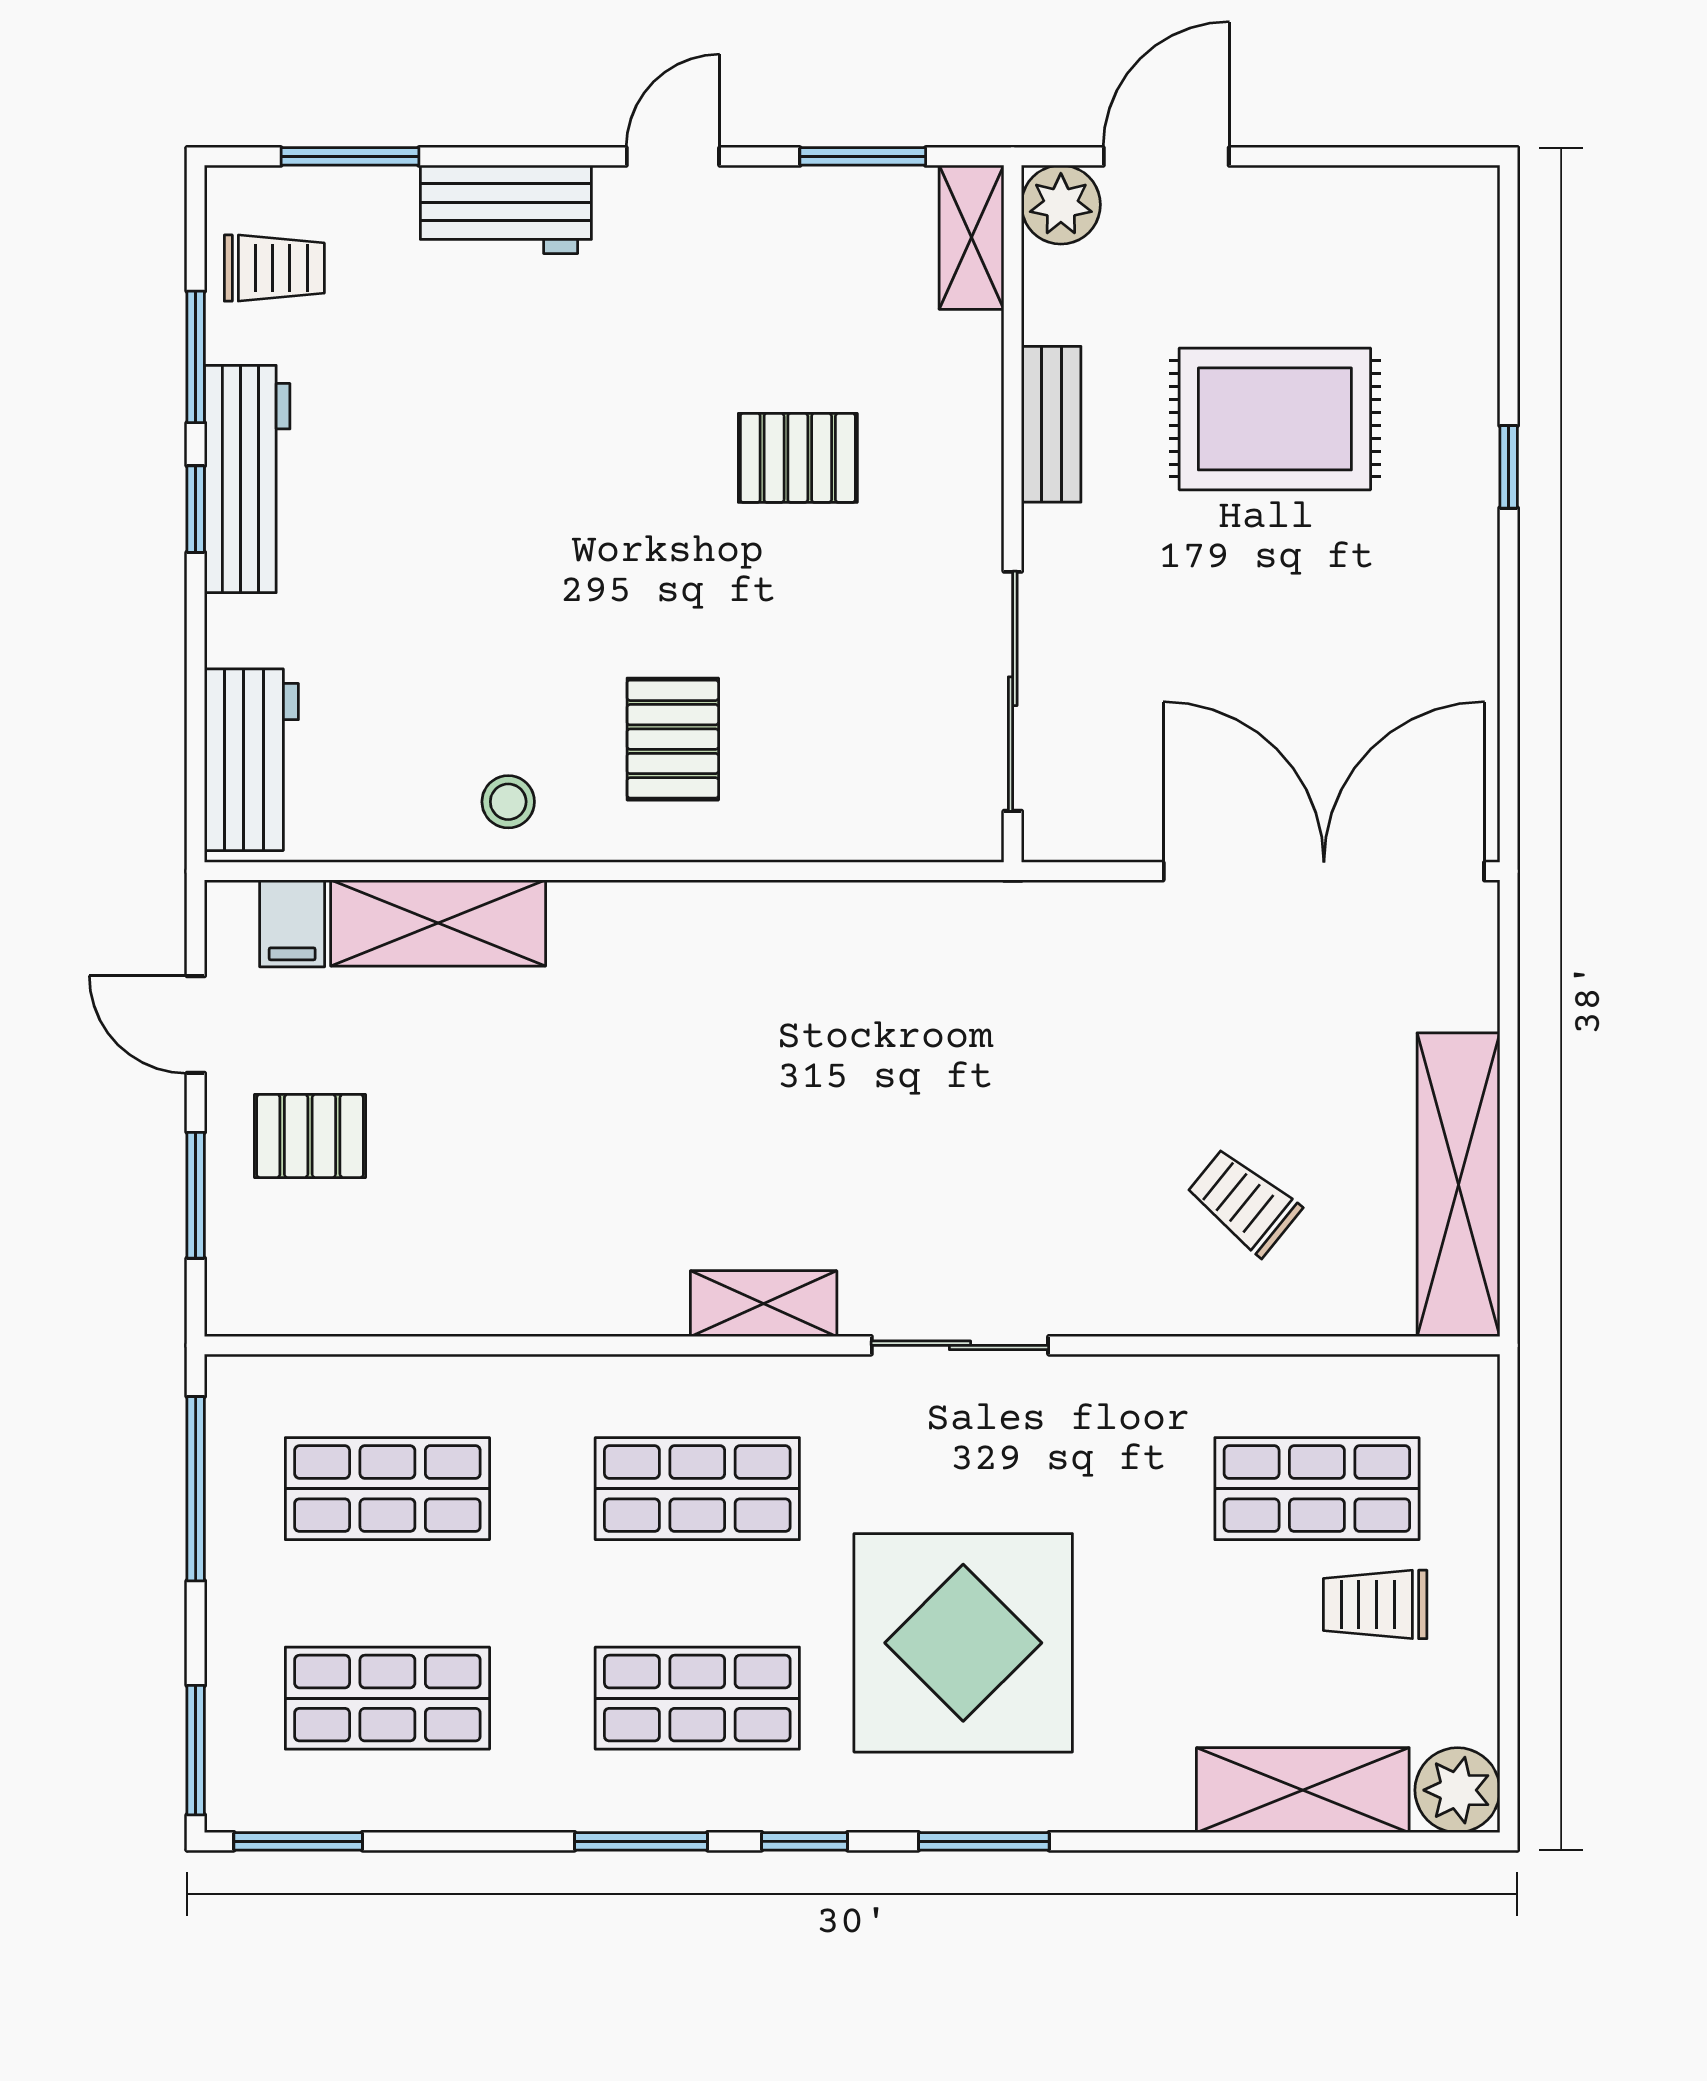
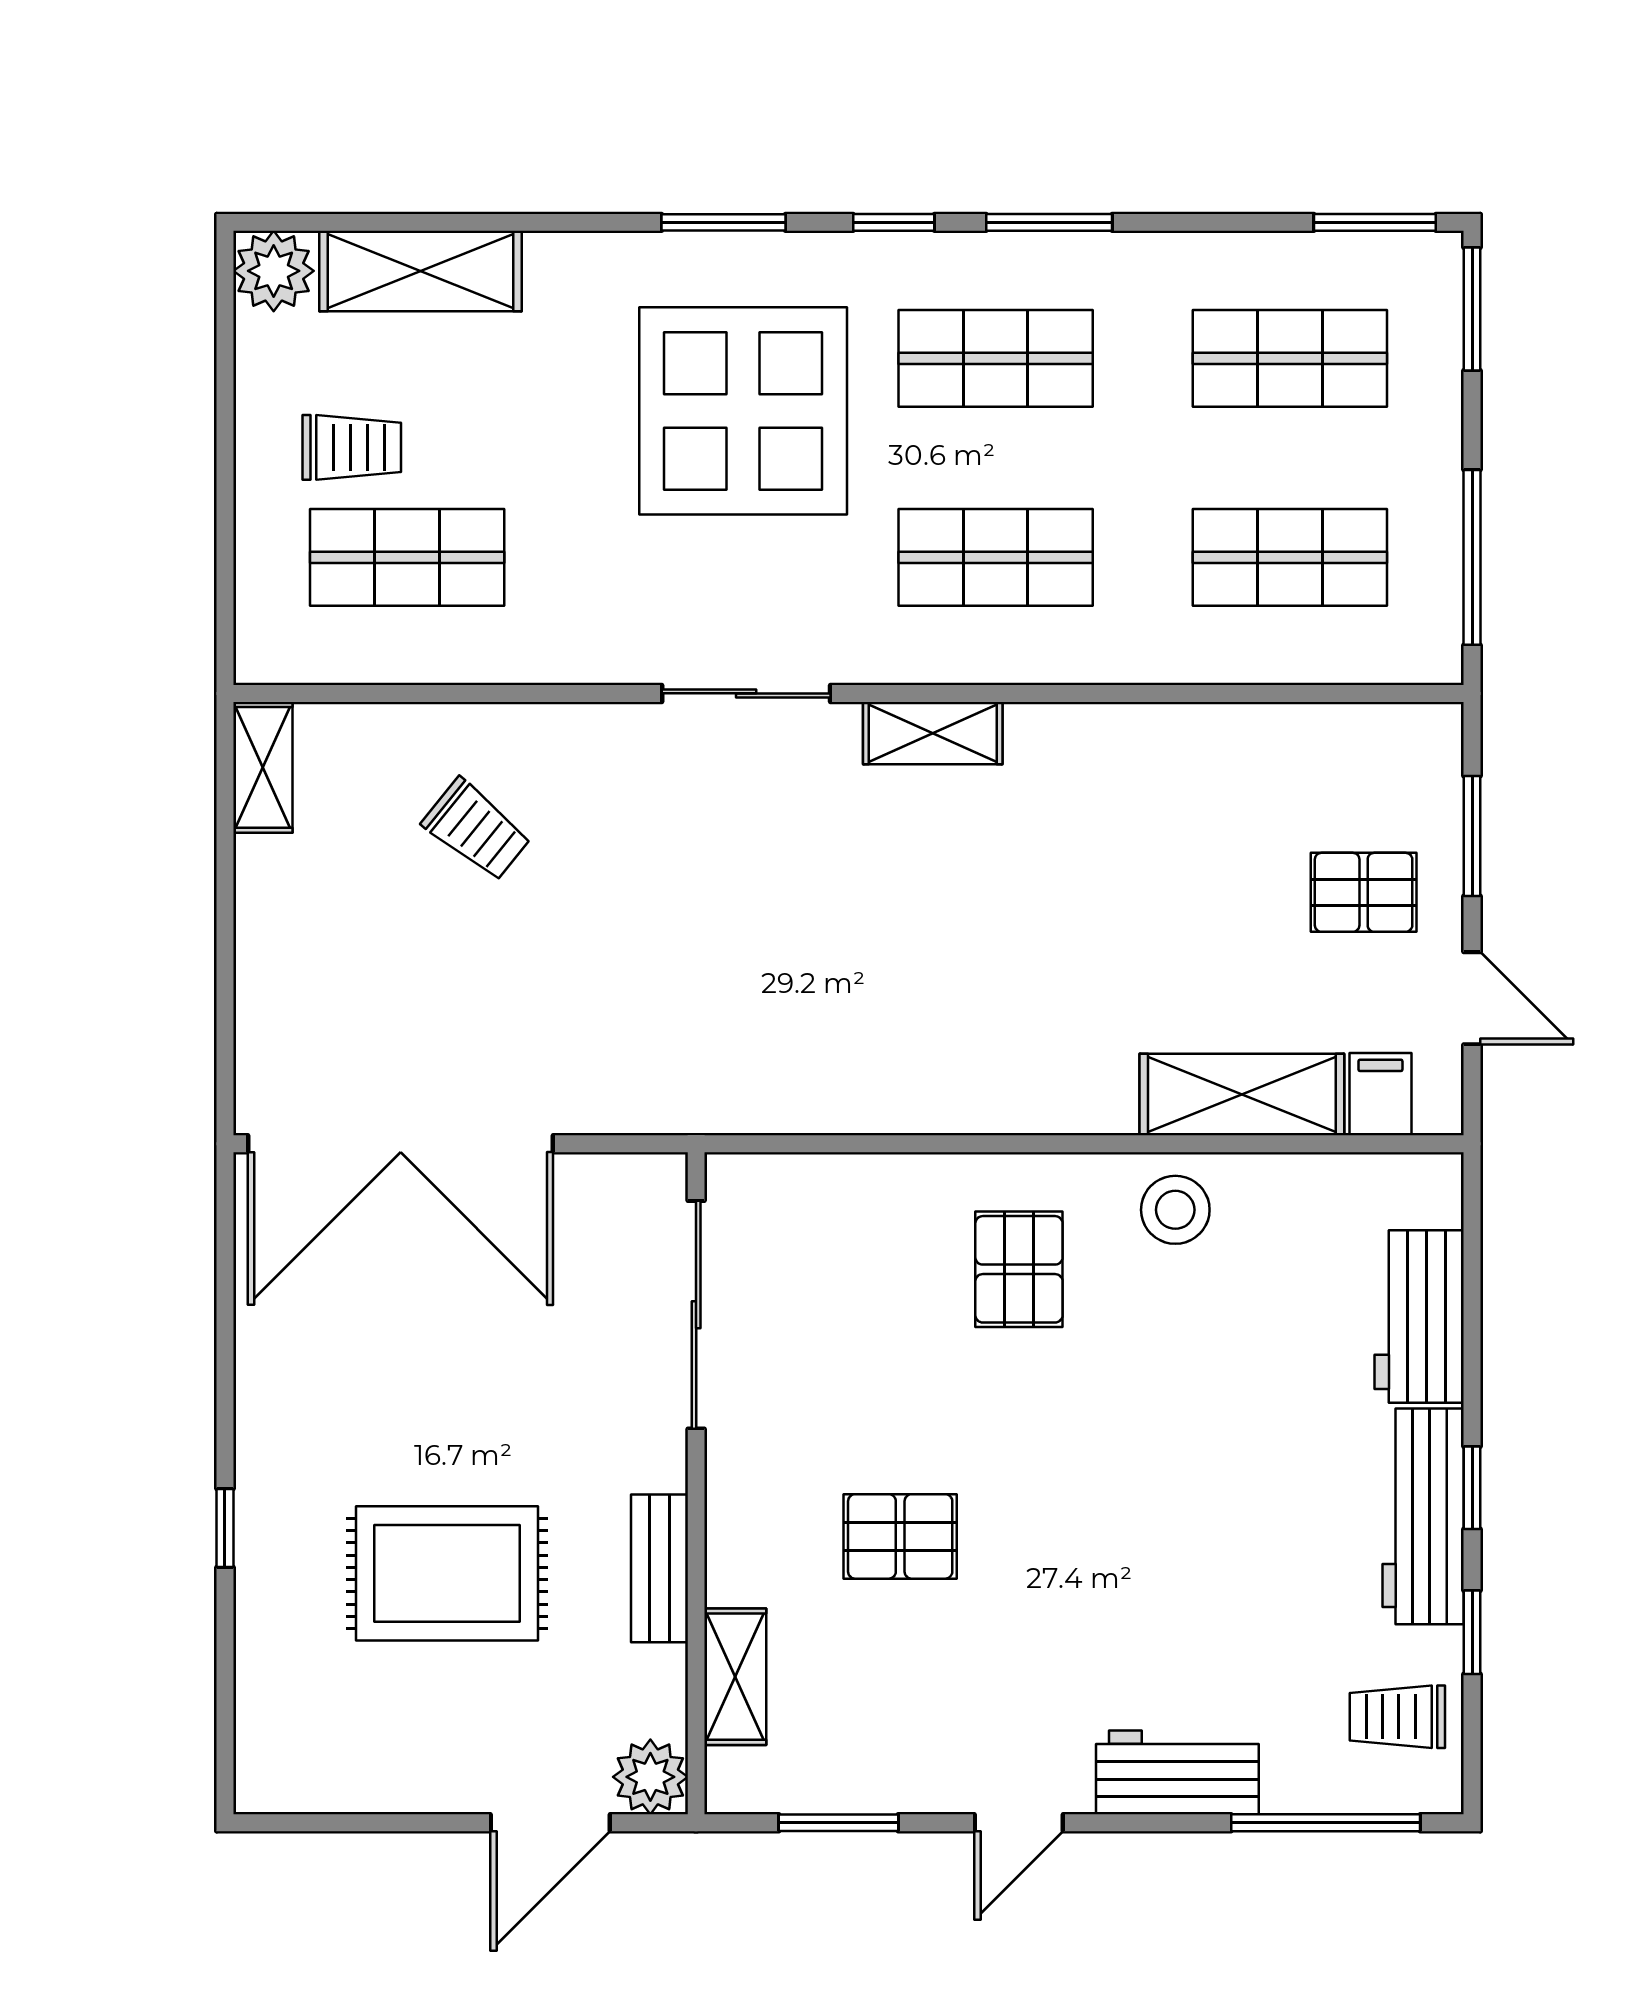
window: (350, 156) -> (1326, 1823), width x1.44
shelving: (971, 237) -> (735, 1677), moved
window: (196, 357) -> (1472, 1632), width x0.67
workbench: (251, 760) -> (1419, 1317), moved
stool: (508, 802) -> (1175, 1210), width x1.37, depth x1.37
shelving: (1458, 1185) -> (263, 767), width x0.45, depth x0.75

